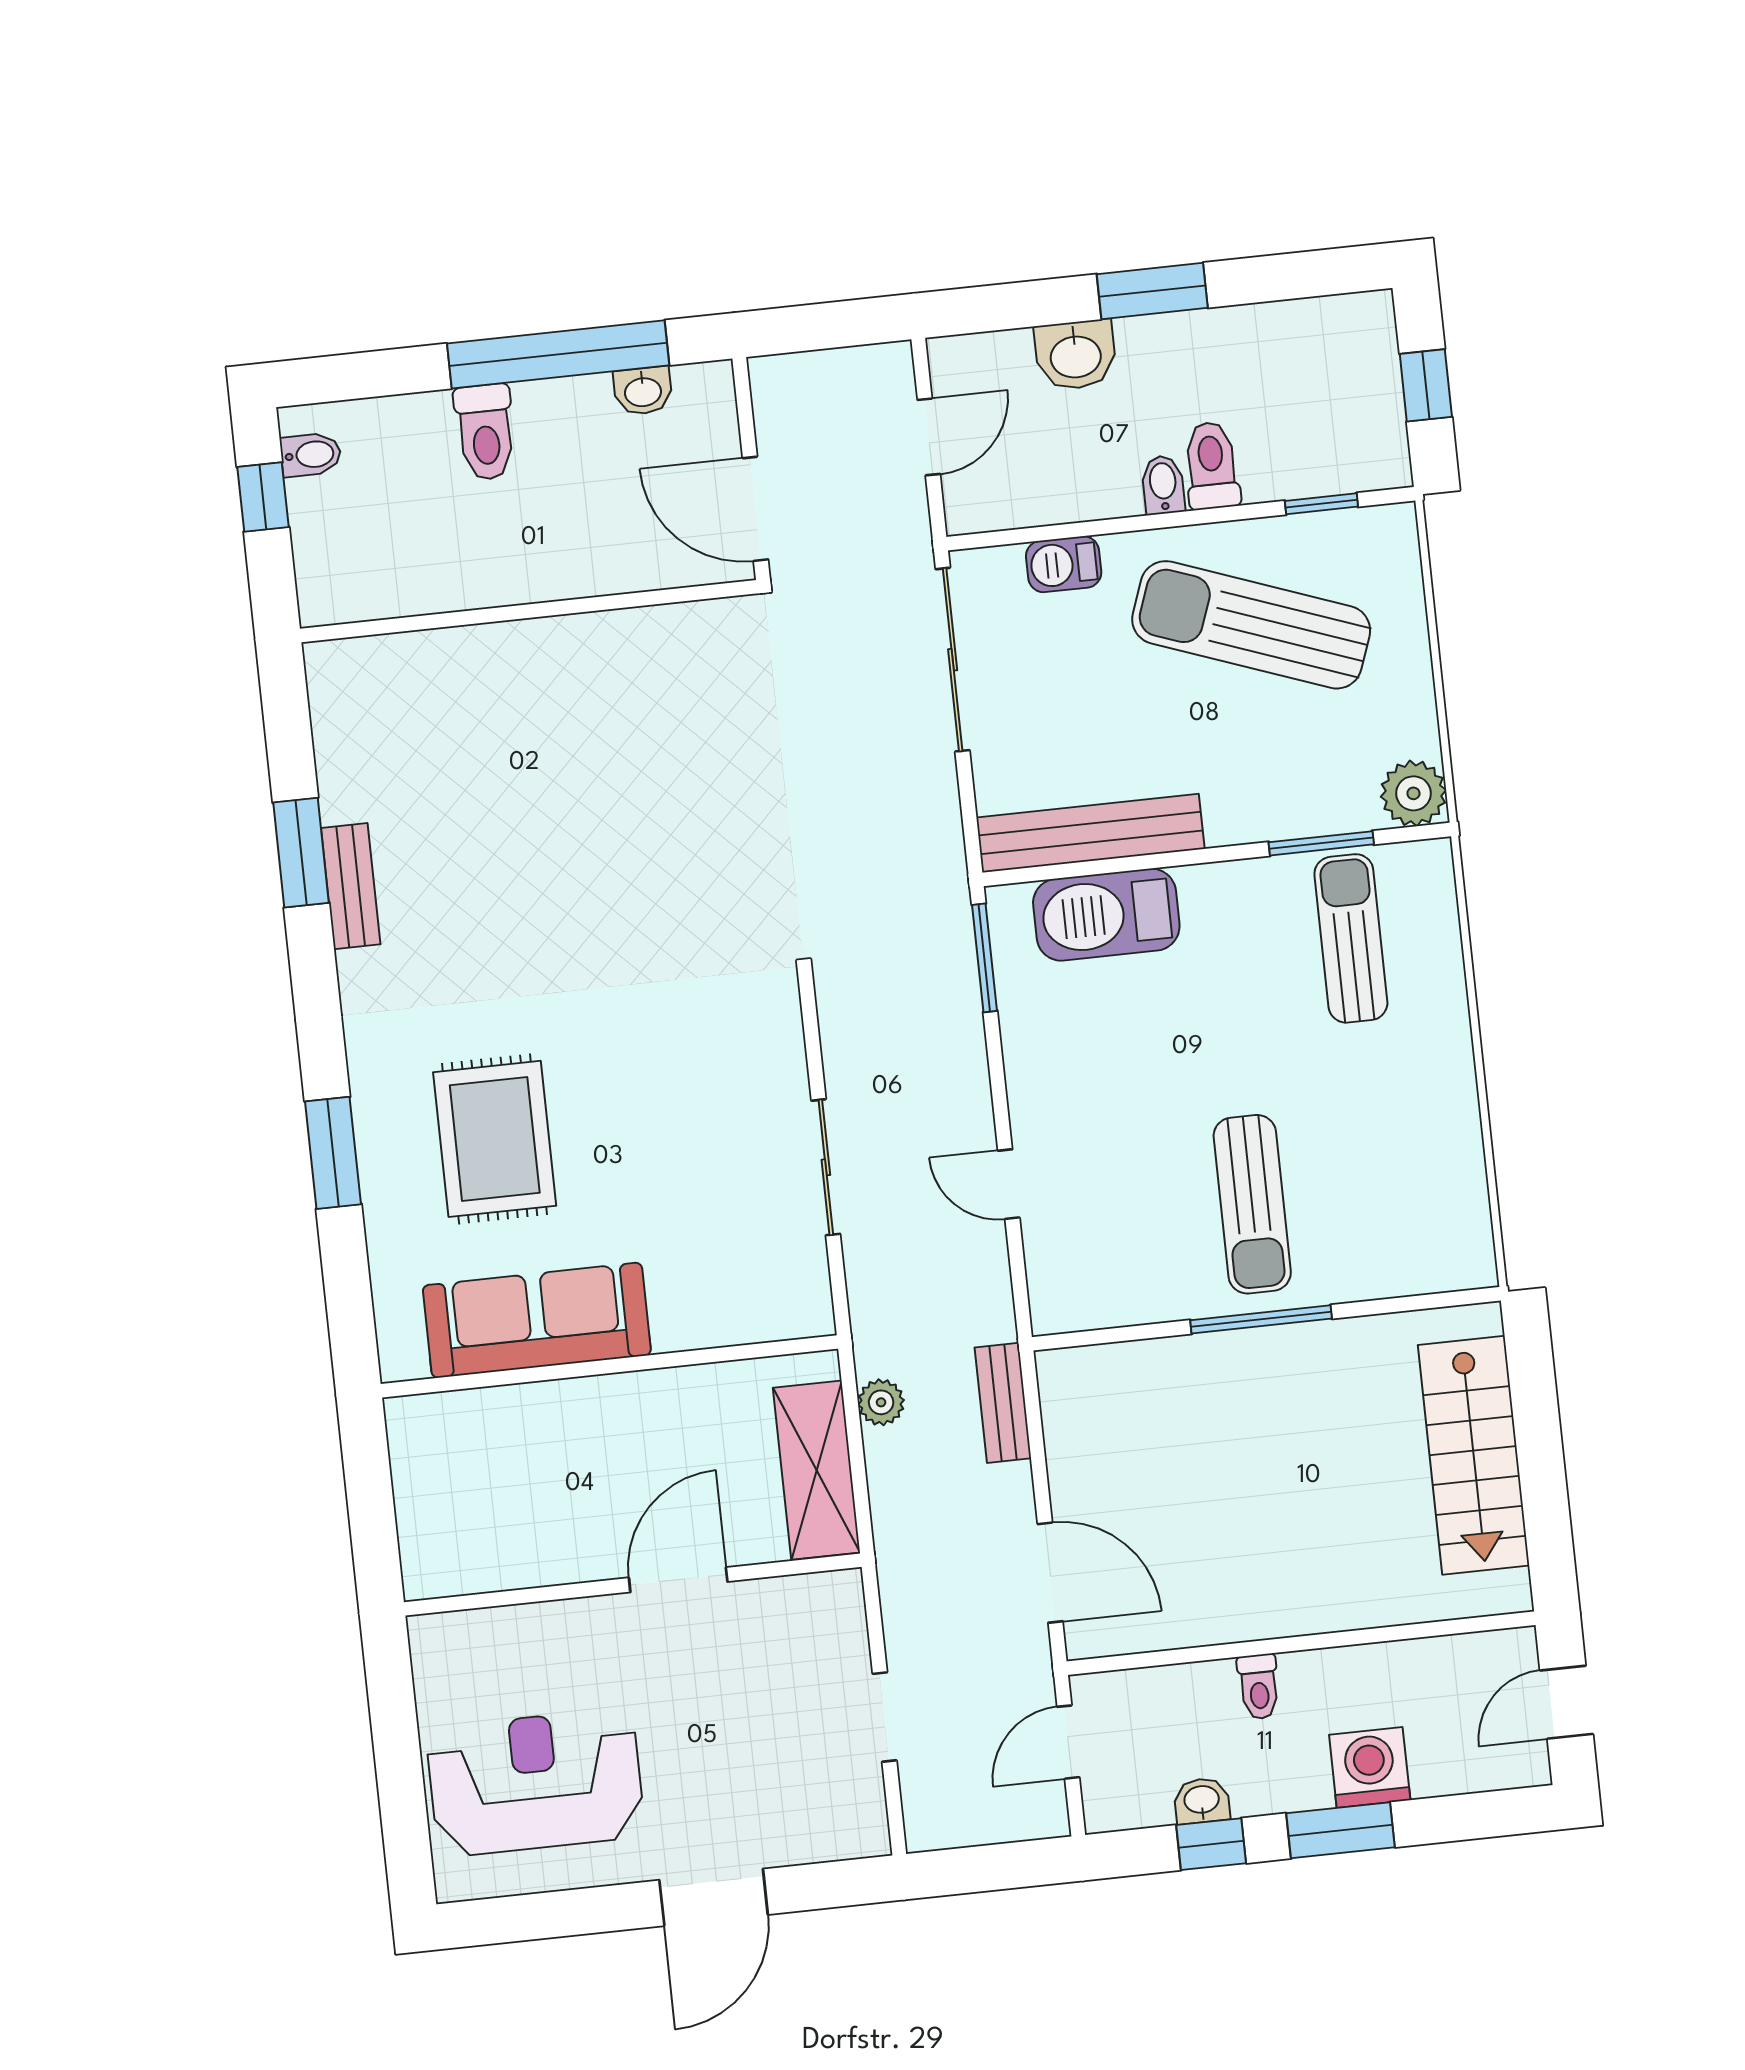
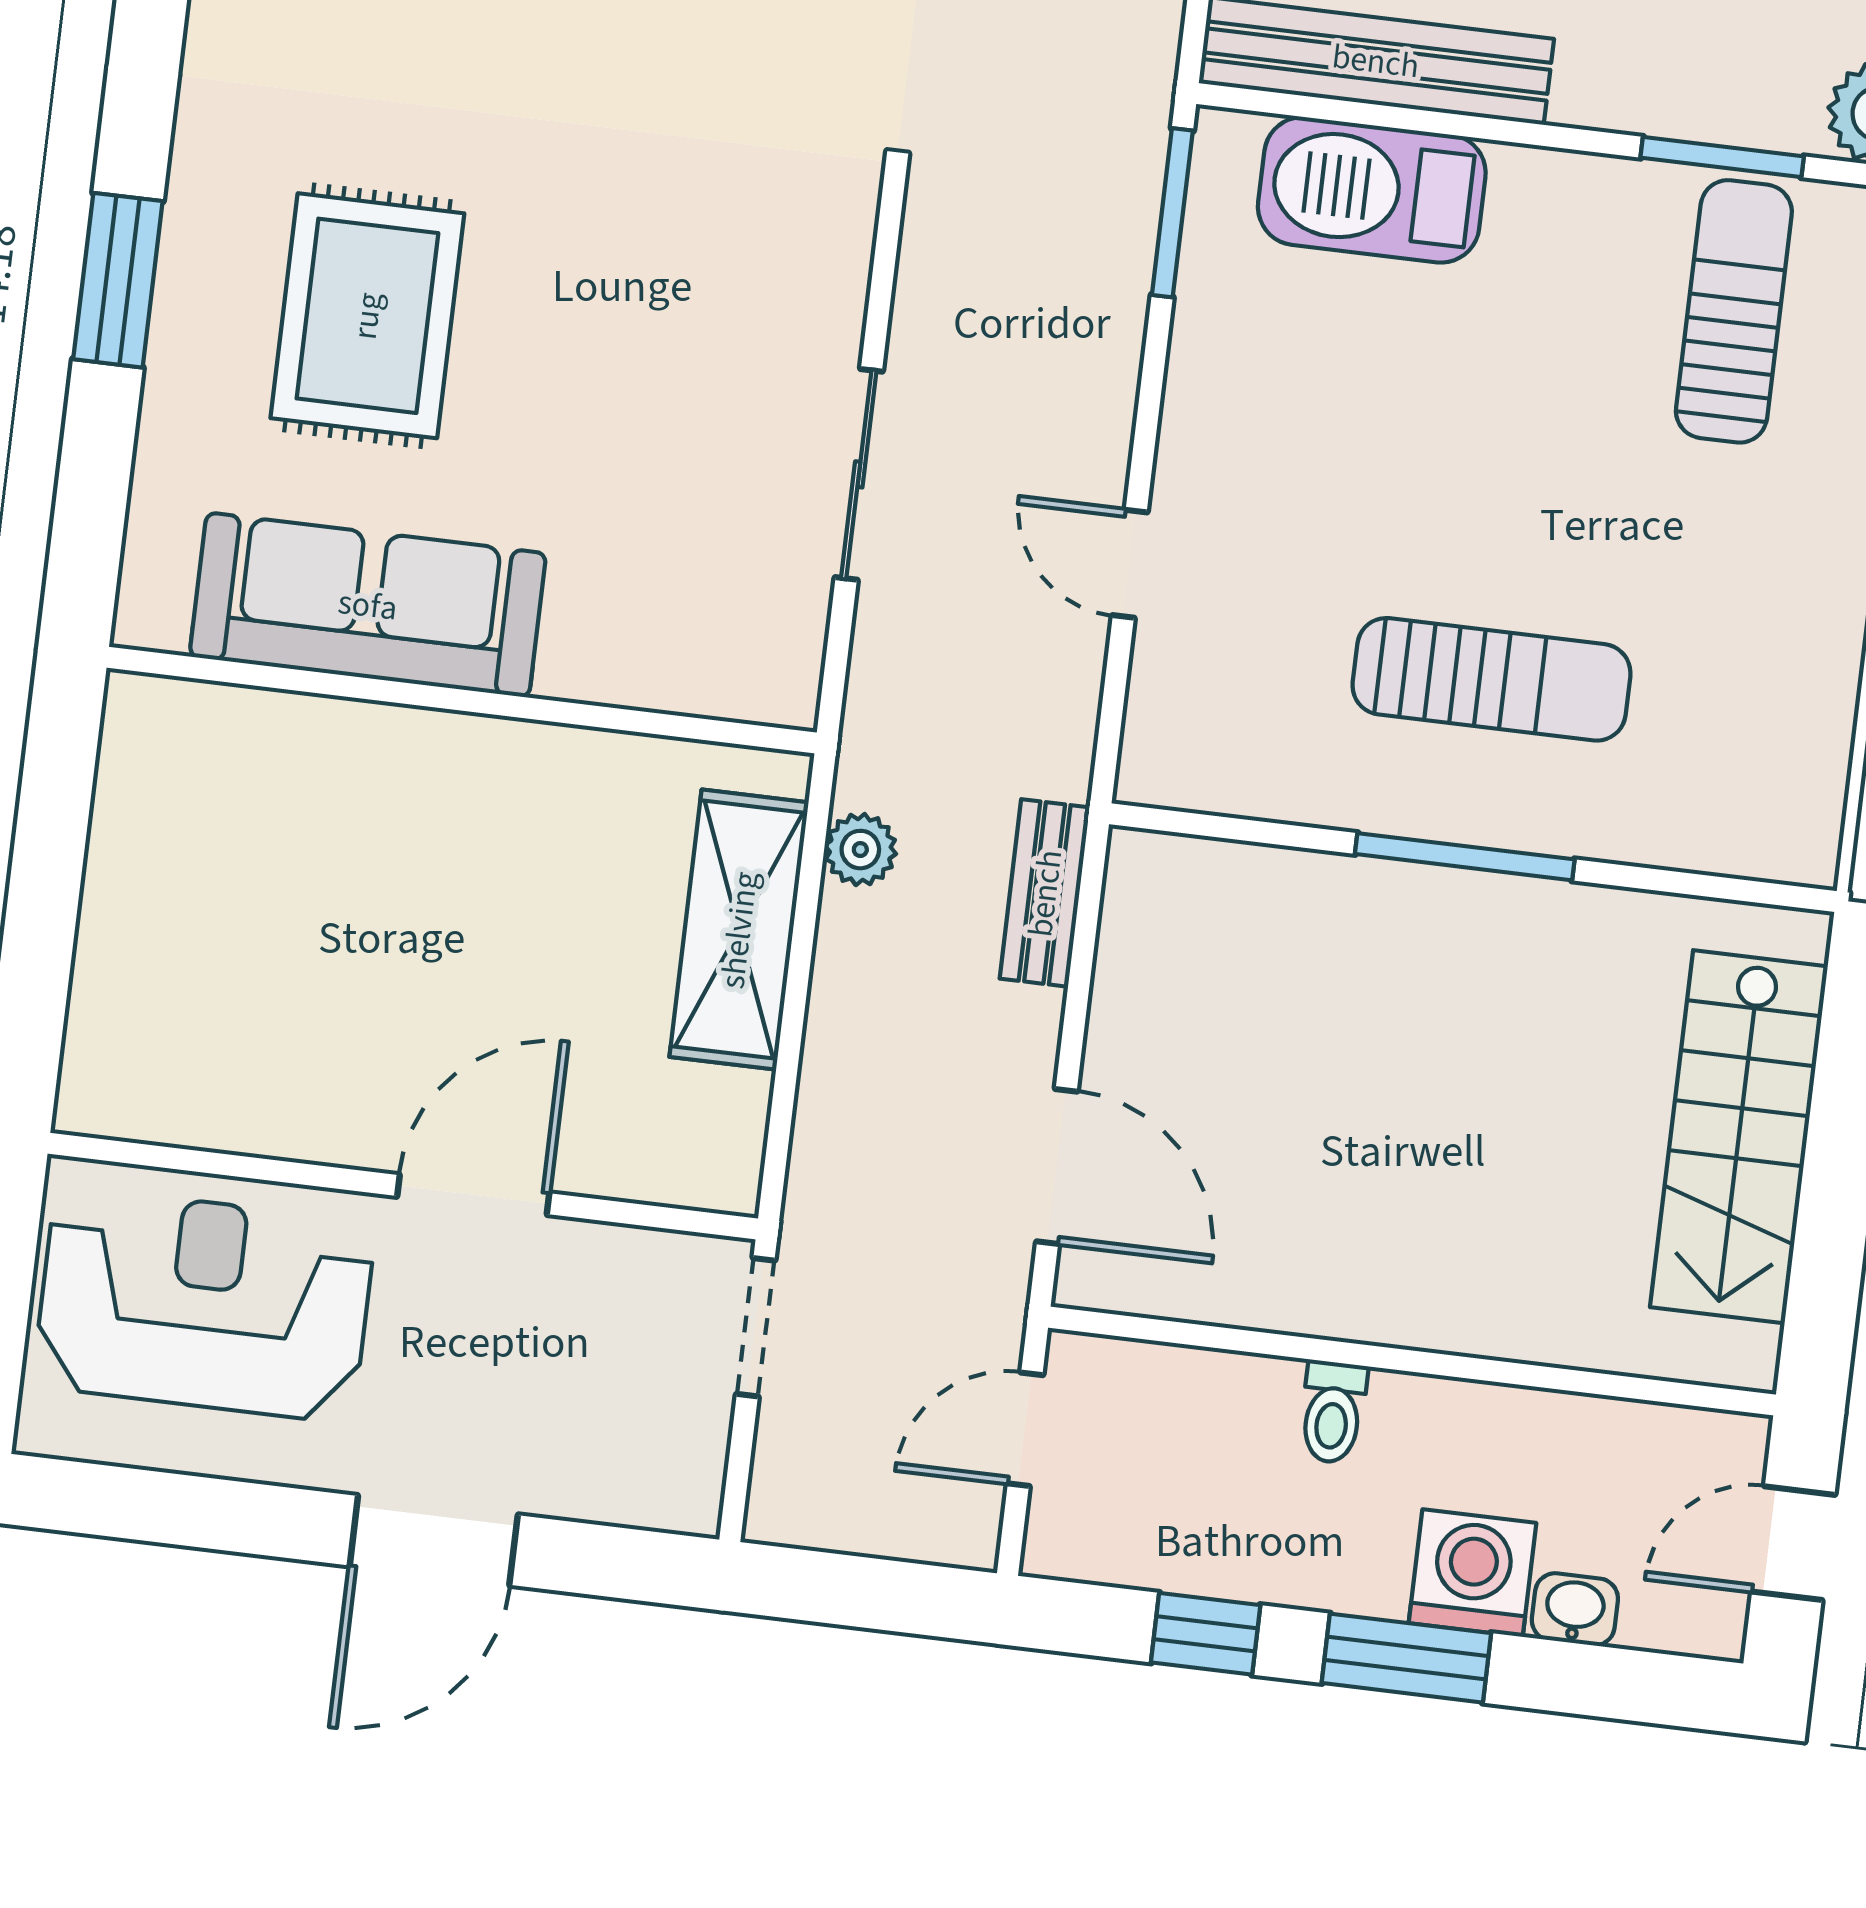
sun lounger: (1252, 1204) -> (1491, 679), turned -90
door: (678, 1580) -> (473, 1195), moved
wall: (633, 1585) -> (403, 1186), moved
washbasin: (1202, 1801) -> (1575, 1609), moved

